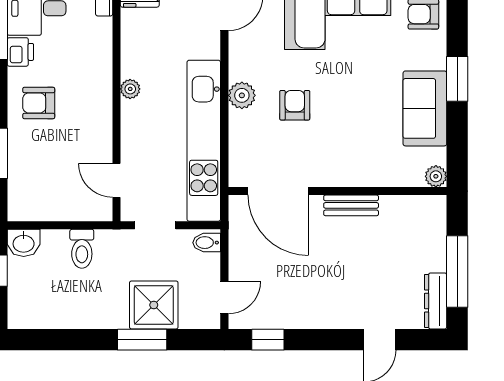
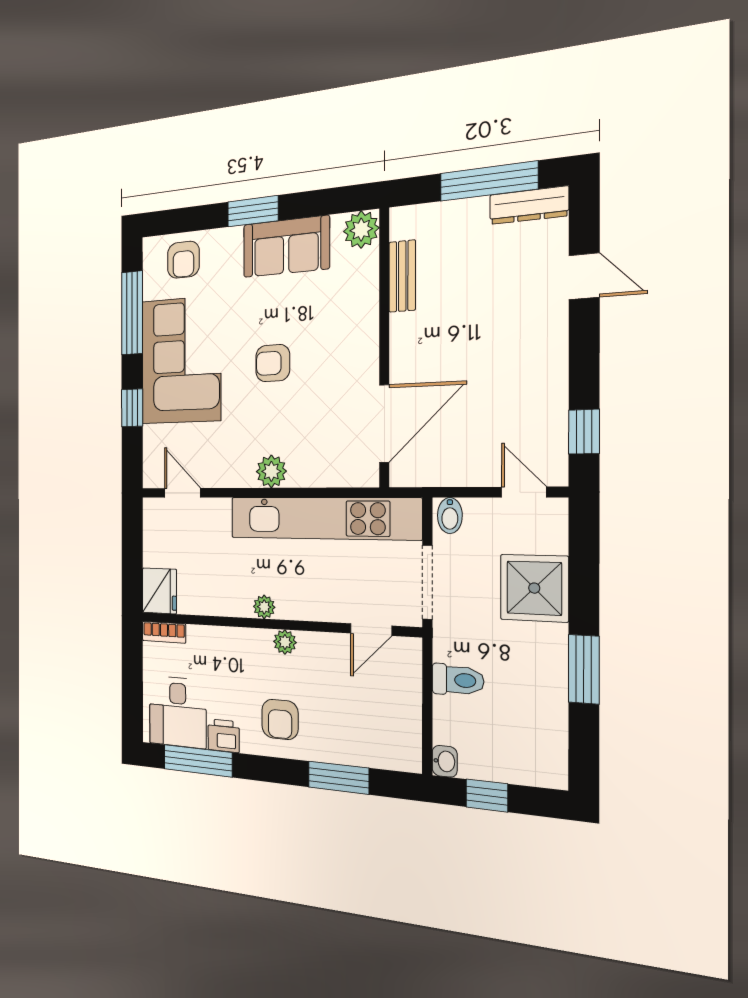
armchair: (295, 105) -> (273, 363), moved
plant: (102, 107) -> (285, 642), added
plant: (436, 176) -> (361, 230), width x1.38, depth x1.38
bench: (351, 205) -> (402, 276), moved
doorway: (155, 225) -> (427, 582), width x1.38
washbasin: (24, 243) -> (445, 761), width x0.72, depth x0.69
window: (142, 340) -> (584, 669), moved

